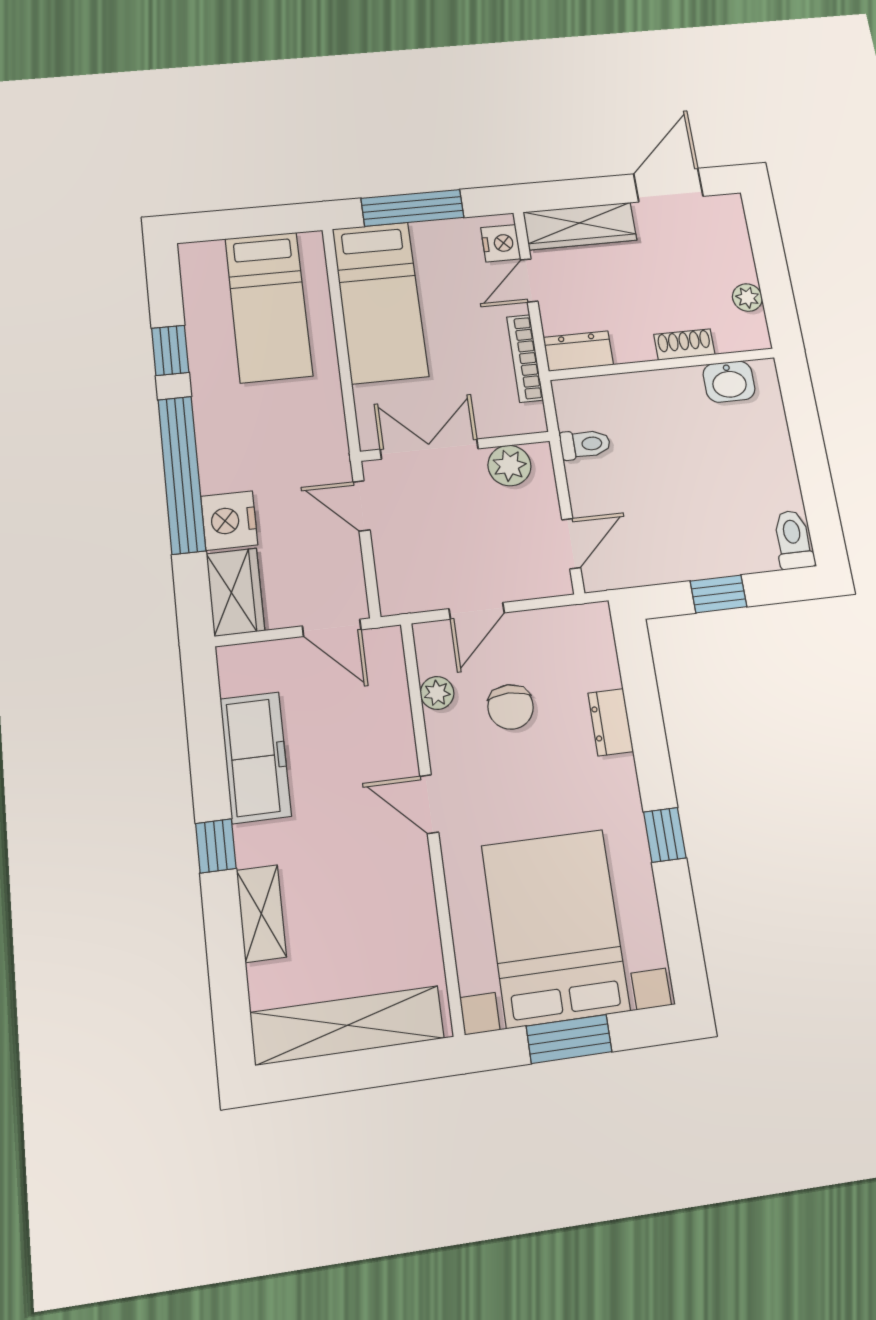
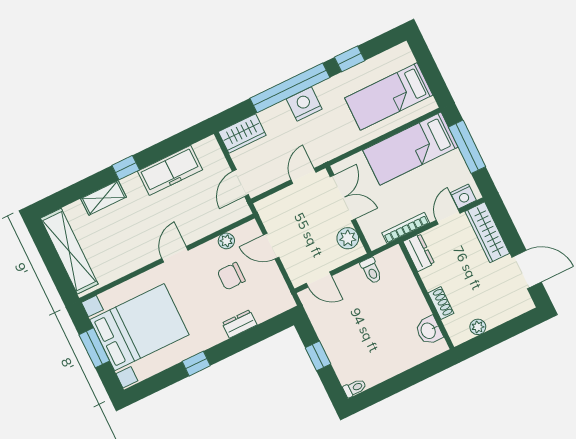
door: (529, 280) -> (448, 217), hinge flipped
nightstand: (229, 521) -> (304, 104), moved
toilet: (793, 540) -> (355, 388), width x0.73, depth x0.72

